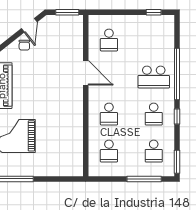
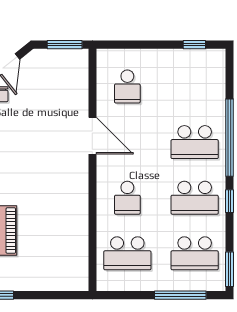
school desk: (154, 114) -> (195, 198), width x1.85
school desk: (109, 151) -> (127, 253), width x1.85
school desk: (154, 151) -> (195, 253), width x1.85

